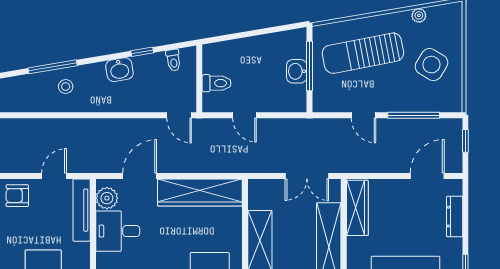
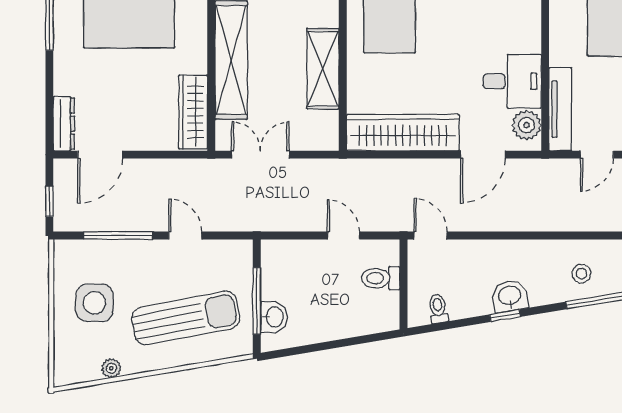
window: (142, 52) -> (505, 316), moved
side table: (431, 65) -> (94, 303), turned -31
washbasin: (297, 71) -> (274, 317), moved
dresser: (455, 217) -> (64, 124), moved

